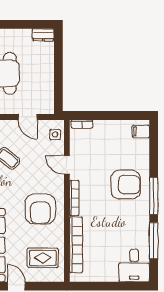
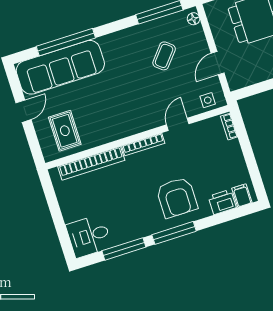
printer: (141, 149) -> (222, 202), added
armchair: (40, 209) -> (119, 110), removed

